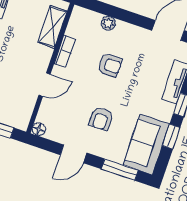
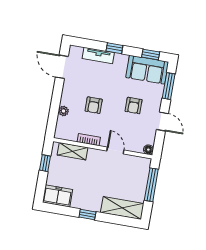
armchair: (110, 65) -> (94, 105), turned 180
armchair: (101, 119) -> (134, 106), turned 90
window: (171, 137) -> (151, 55), moved

